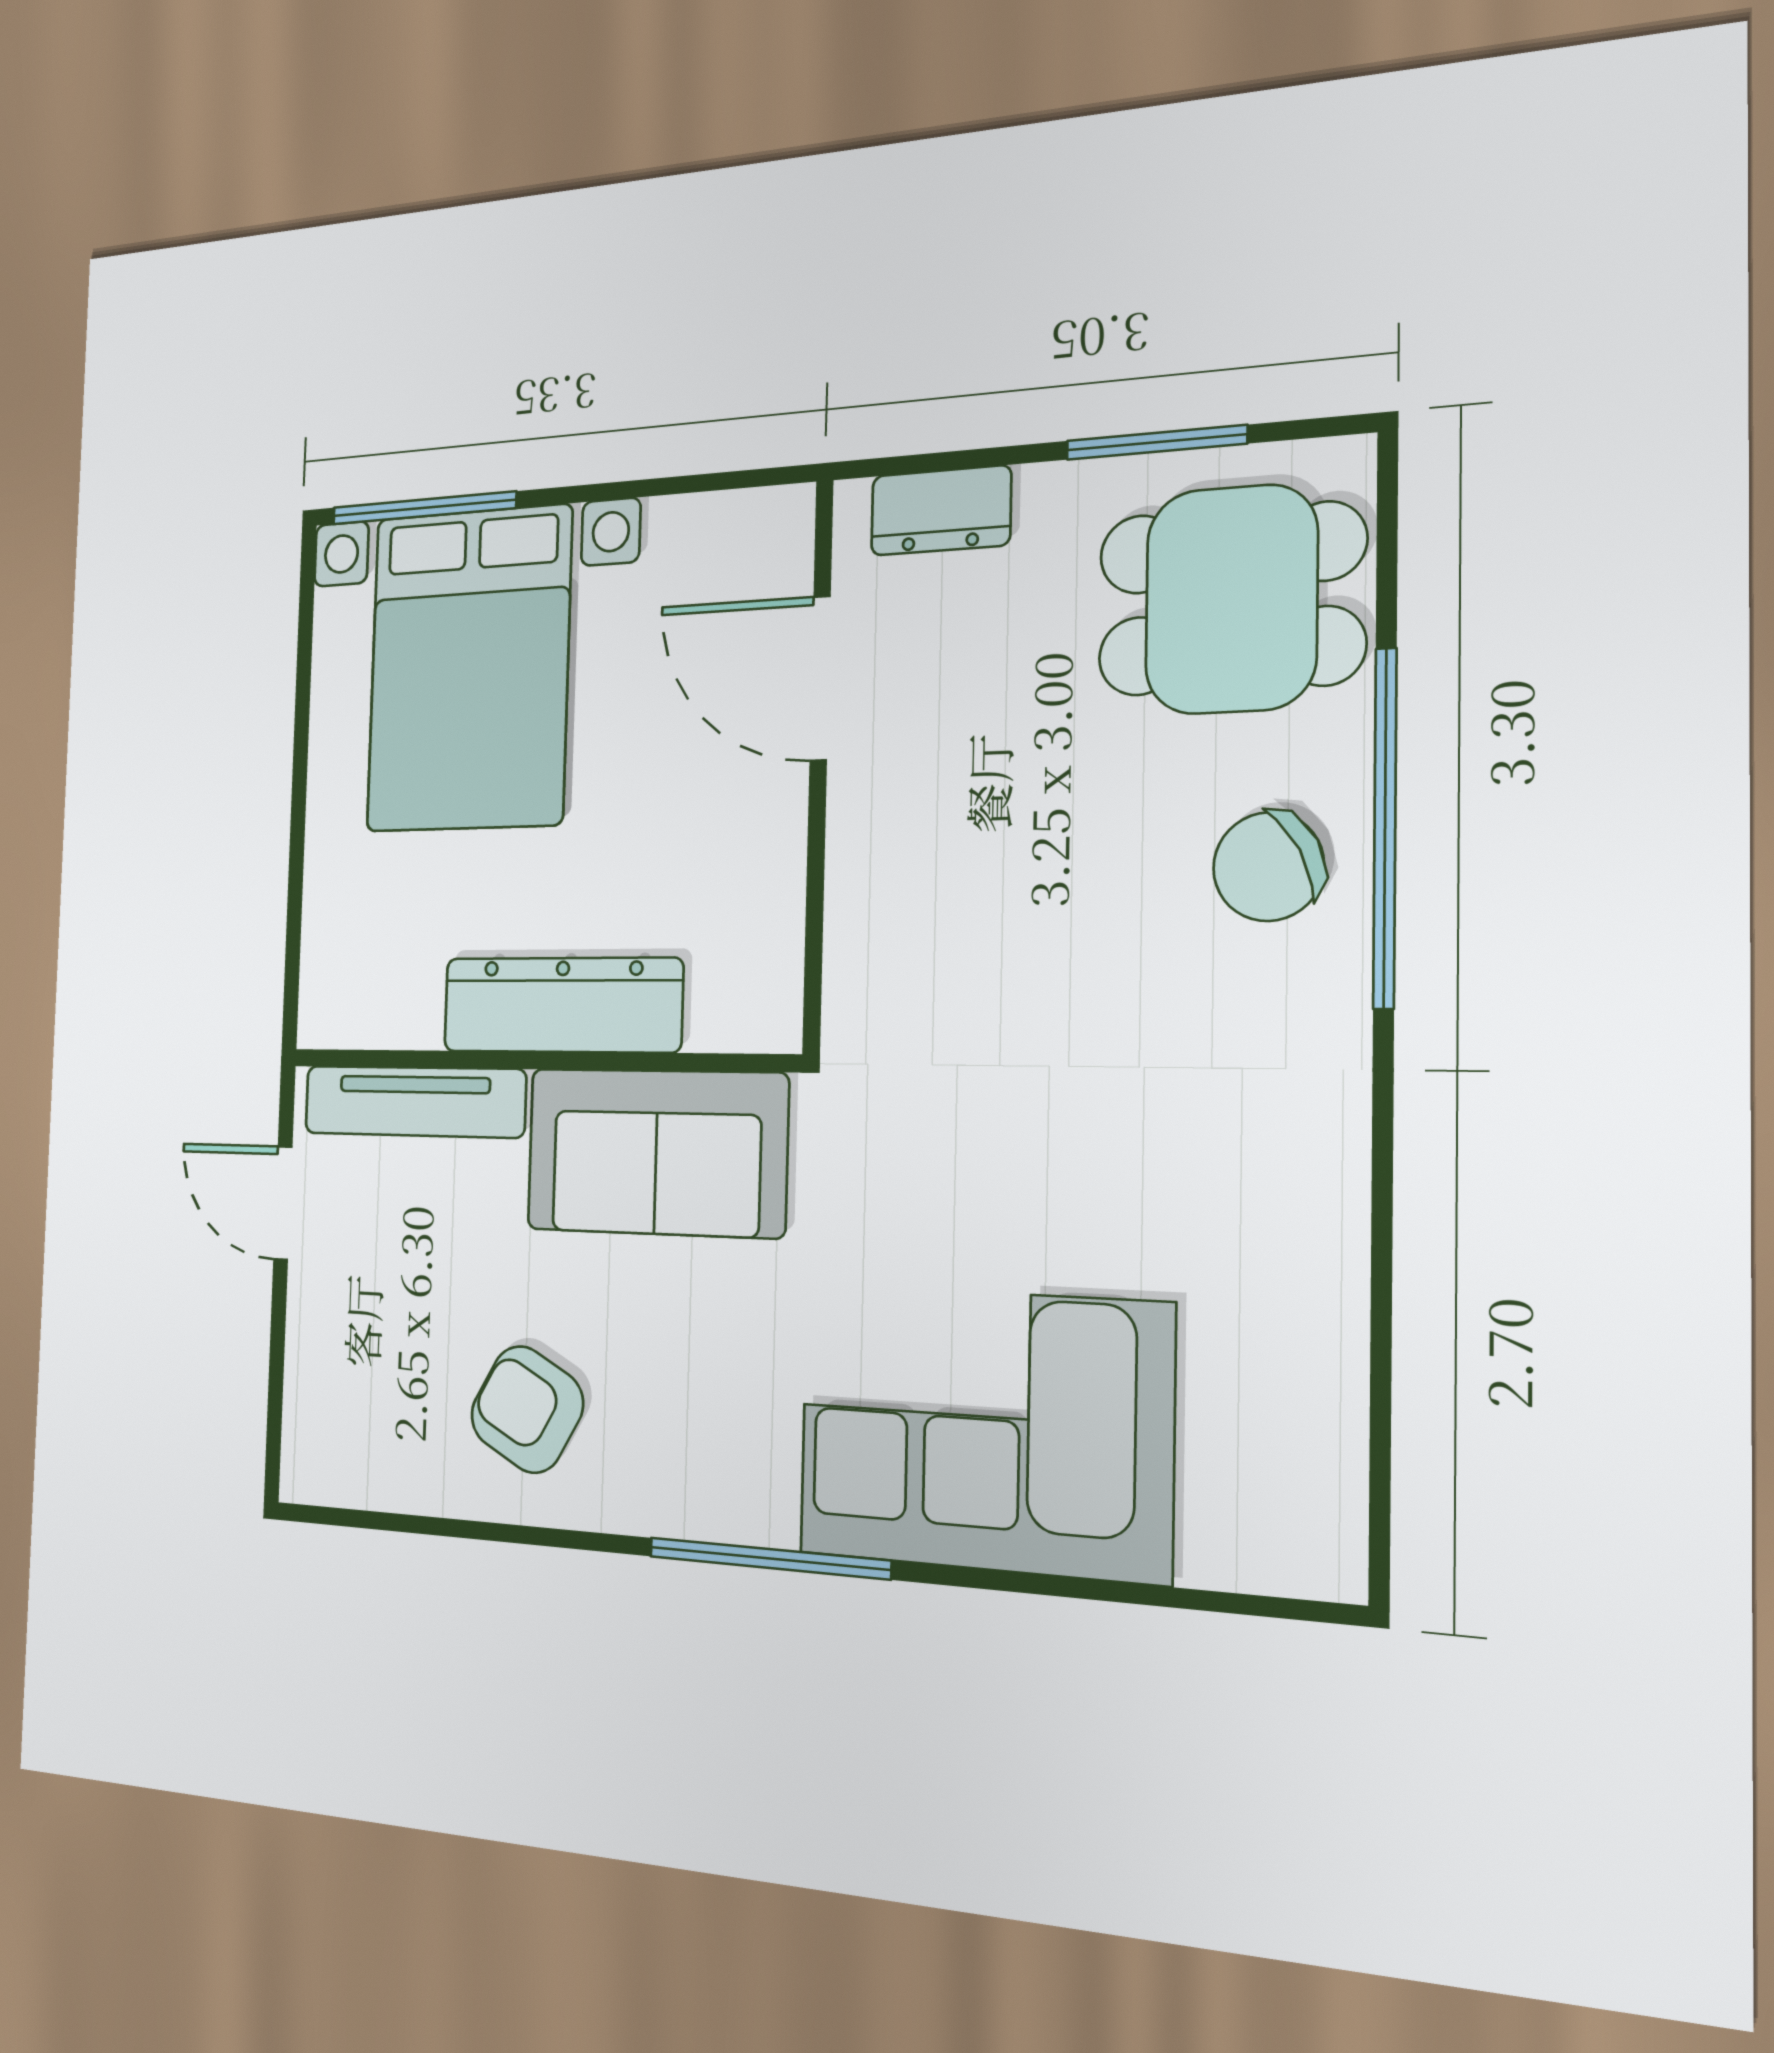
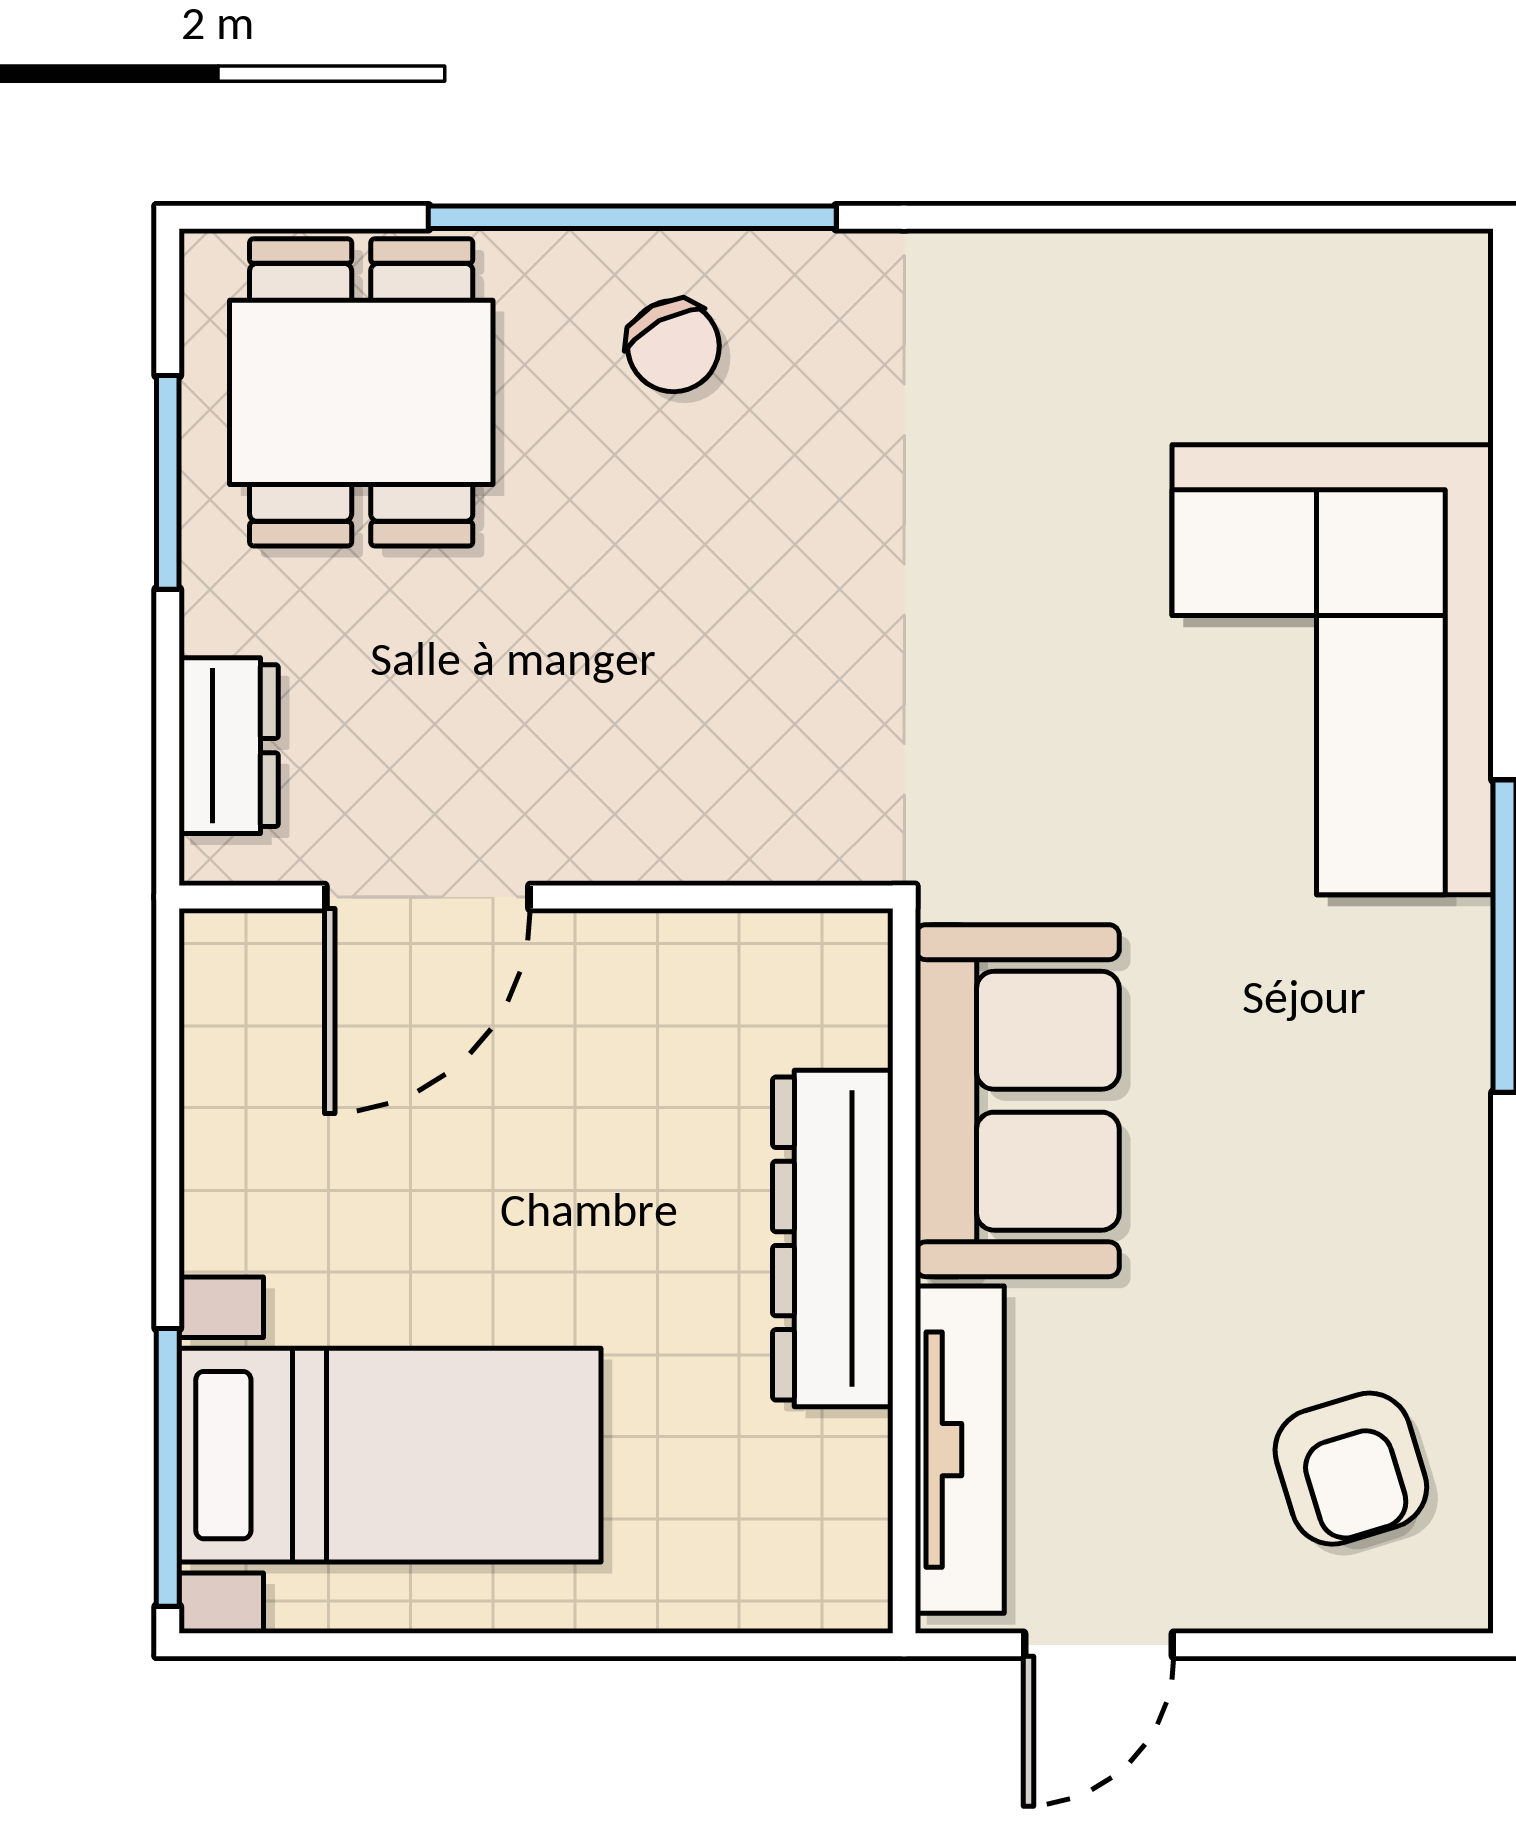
bed with nightstands: (469, 669) -> (390, 1455), width x0.73
chair: (1268, 867) -> (673, 346), width x0.73, depth x0.73
armchair: (527, 1409) -> (1351, 1469), moved, turned -46

